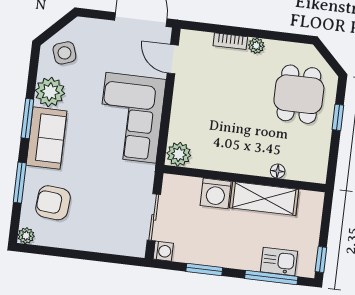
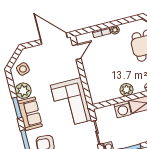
door: (173, 59) -> (77, 52), swing flipped
corner sofa: (131, 118) -> (71, 103), moved
plant: (179, 154) -> (126, 90), moved

